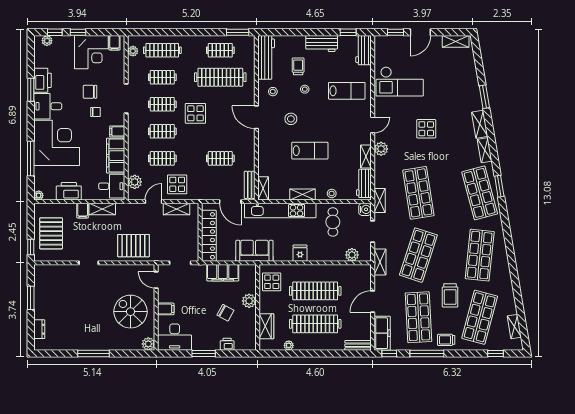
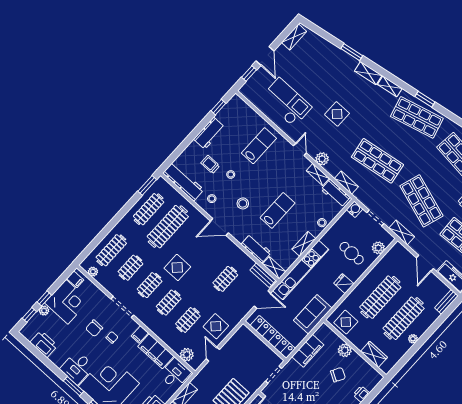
plant: (47, 41) -> (44, 311), moved
clothes rail: (220, 50) -> (149, 209), width x1.36
workbench: (364, 50) -> (256, 248), moved, turned 180
printer: (43, 80) -> (44, 344), moved
checkout: (400, 81) -> (286, 102), turned -90
window: (31, 90) -> (73, 386), moved
shelving: (380, 201) -> (346, 183), moved
shelving: (176, 209) -> (233, 343), removed
cafe table: (333, 222) -> (352, 253), moved
plant: (289, 345) -> (413, 339), moved

